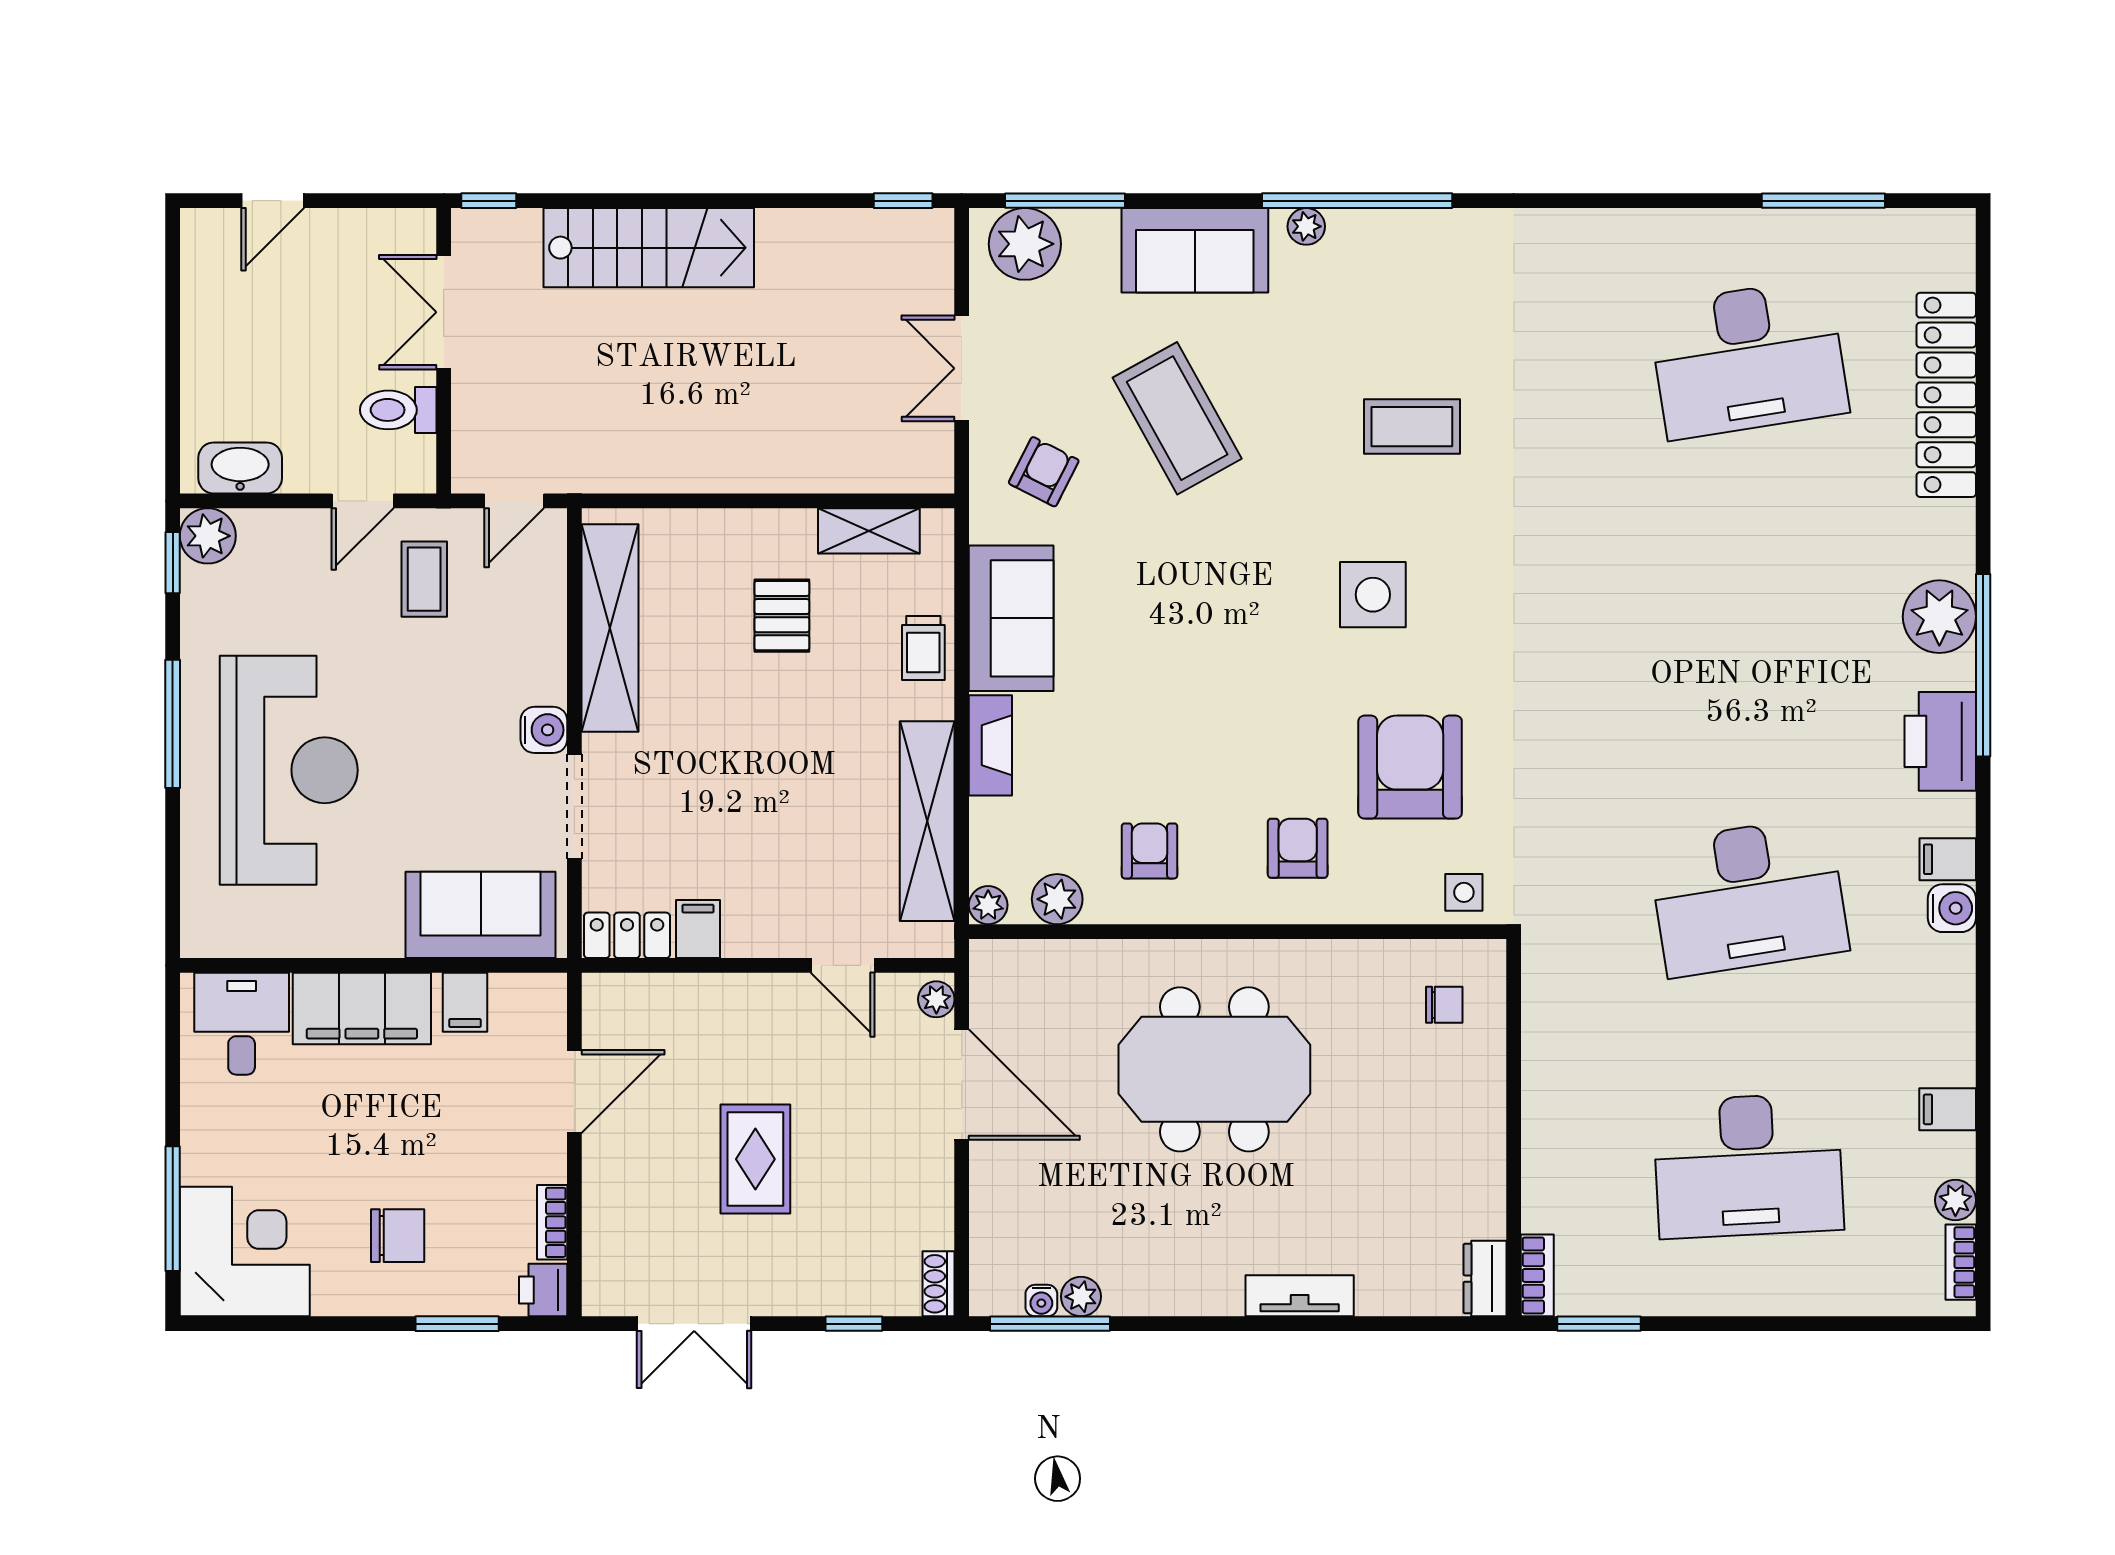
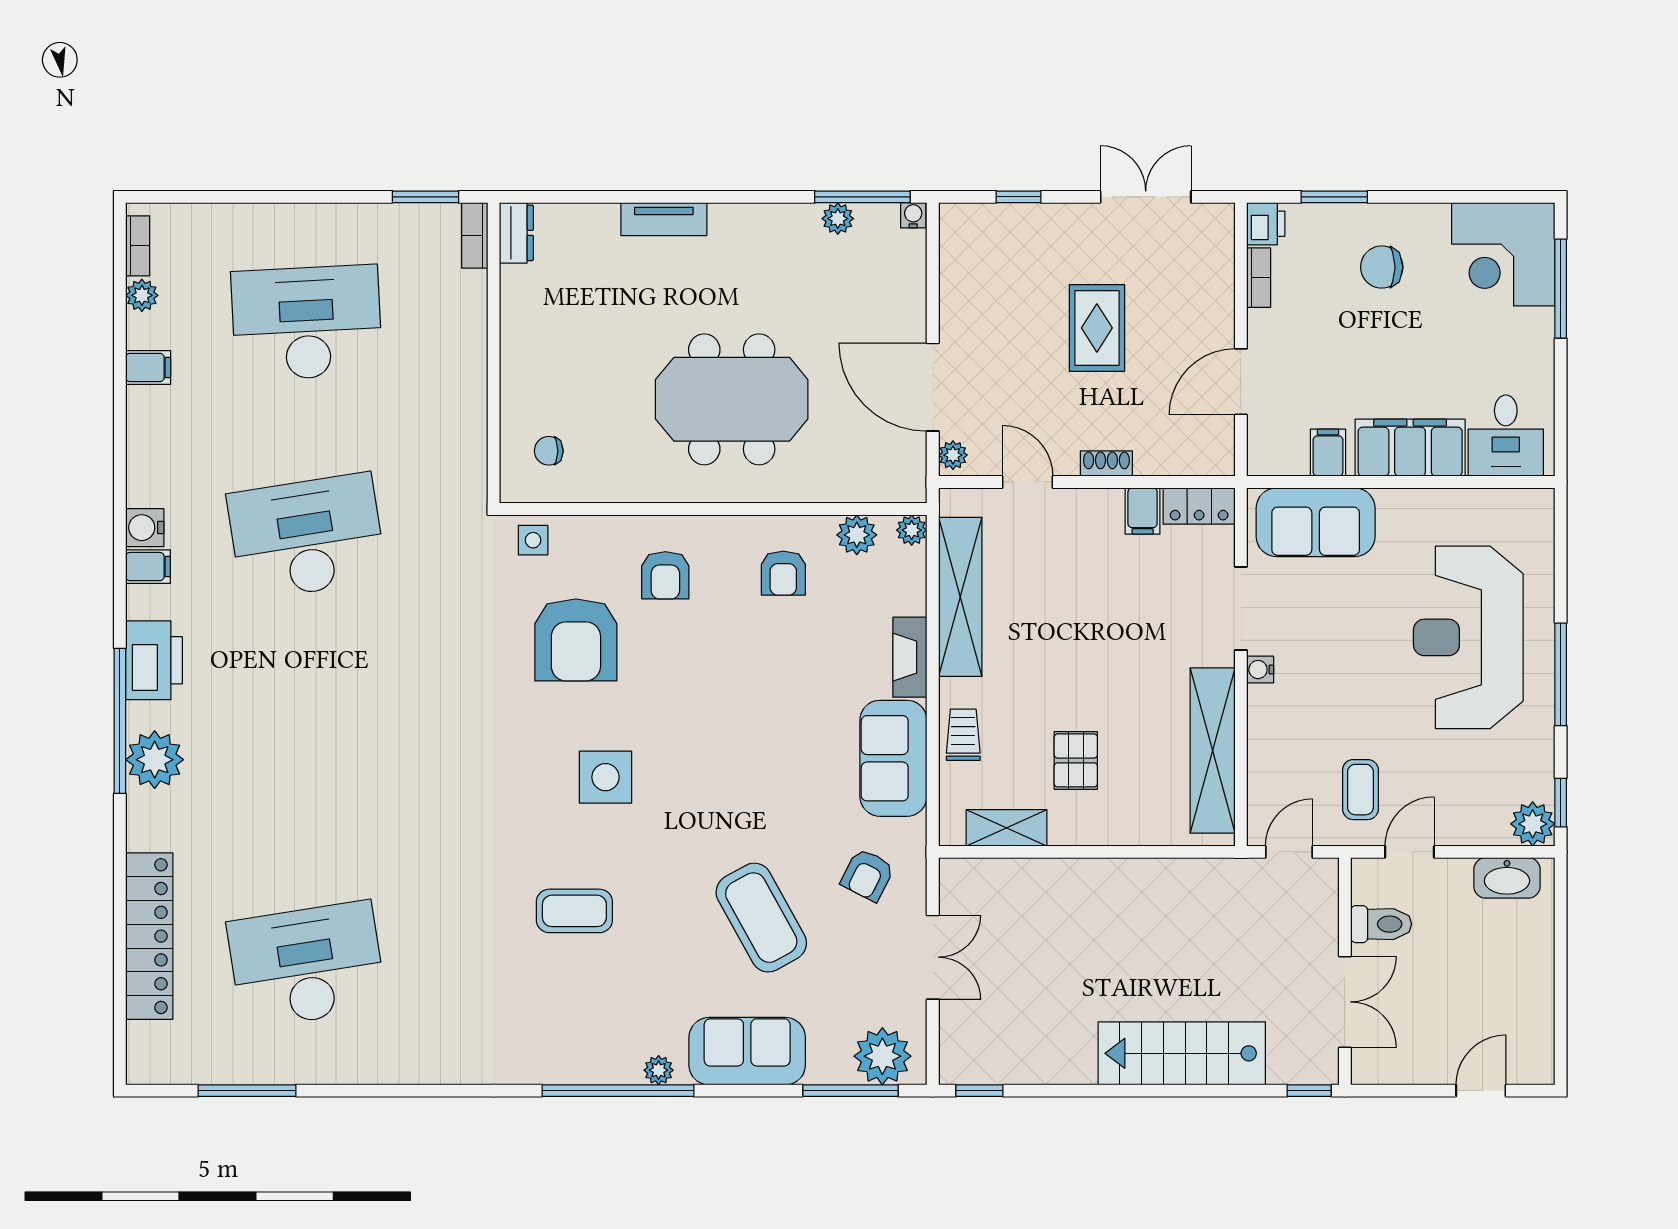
water cooler: (544, 730) -> (1260, 670), width x0.72, depth x0.72
shoe rack: (939, 1284) -> (1106, 464), moved, turned -90
water cooler: (1041, 1301) -> (913, 215), moved

